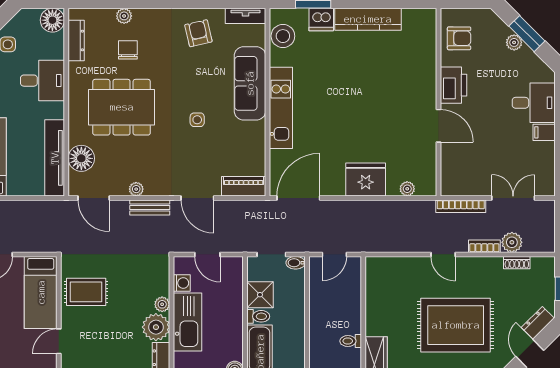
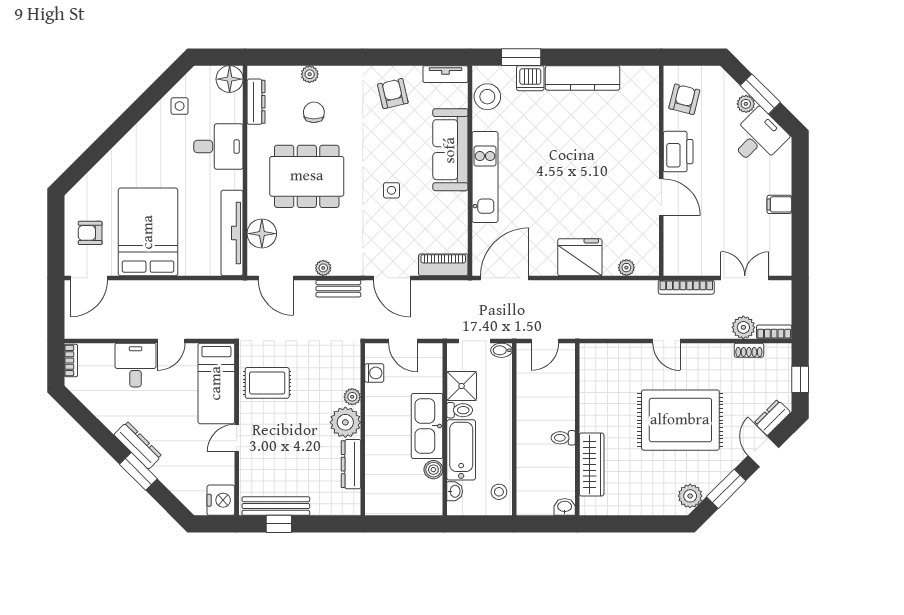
armchair: (459, 38) -> (684, 99), turned -76
desk: (534, 103) -> (758, 138), moved, turned -45
bookcase: (484, 246) -> (774, 332), moved
kitchen sink: (187, 322) -> (427, 426), moved, turned 180

